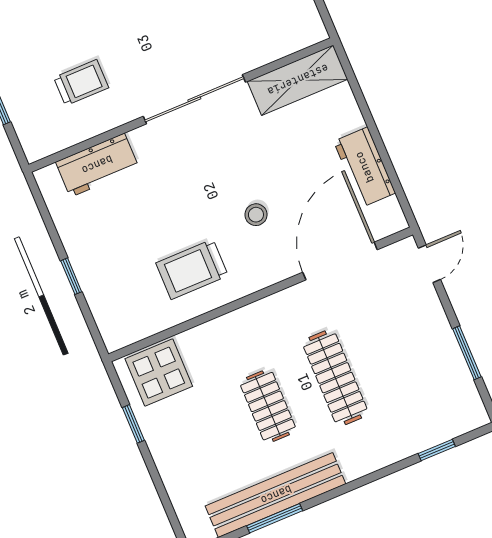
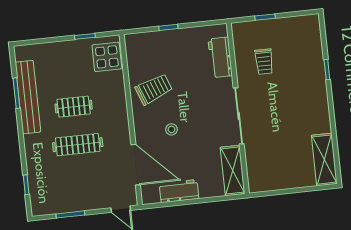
trolley: (192, 269) -> (154, 89), turned 69

